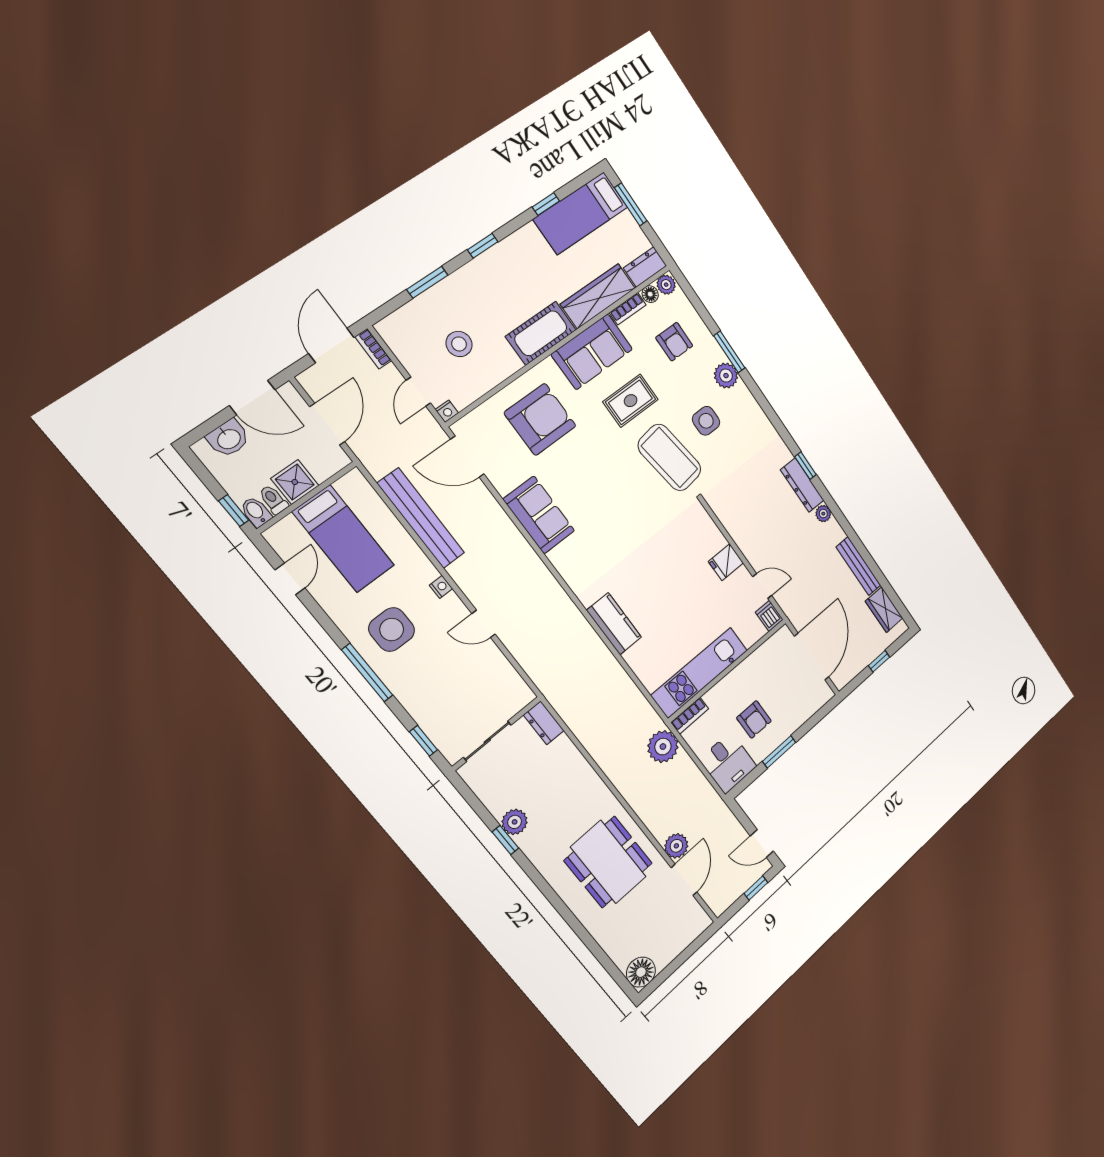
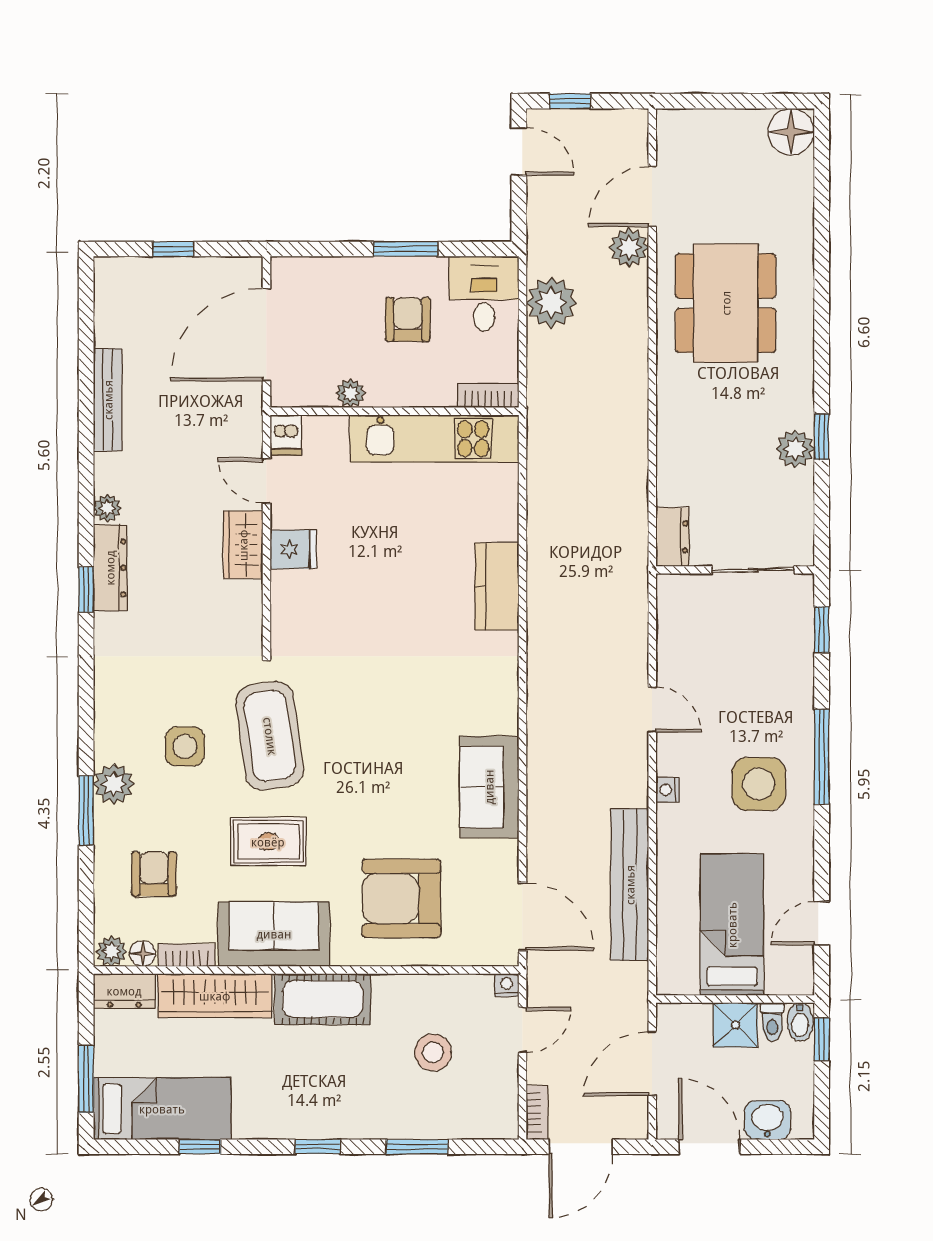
wardrobe: (884, 610) -> (243, 545), moved, turned 180
plant: (754, 661) -> (350, 393), added
plant: (663, 747) -> (551, 303), moved

